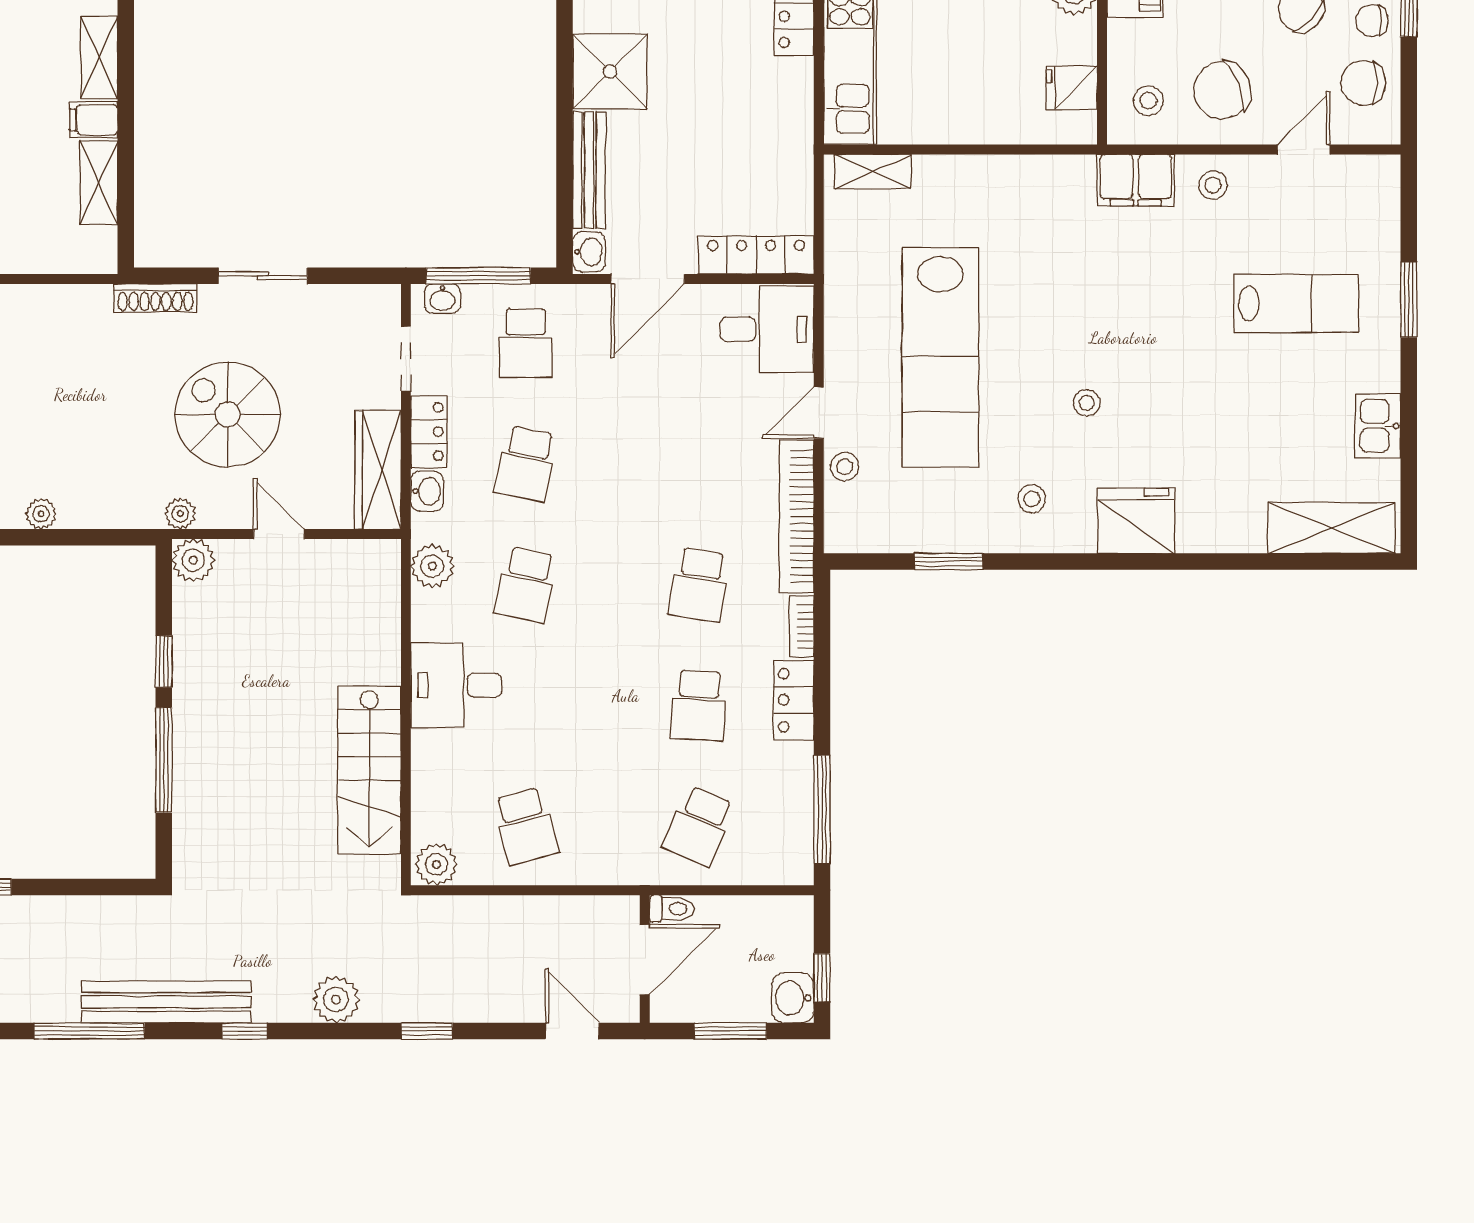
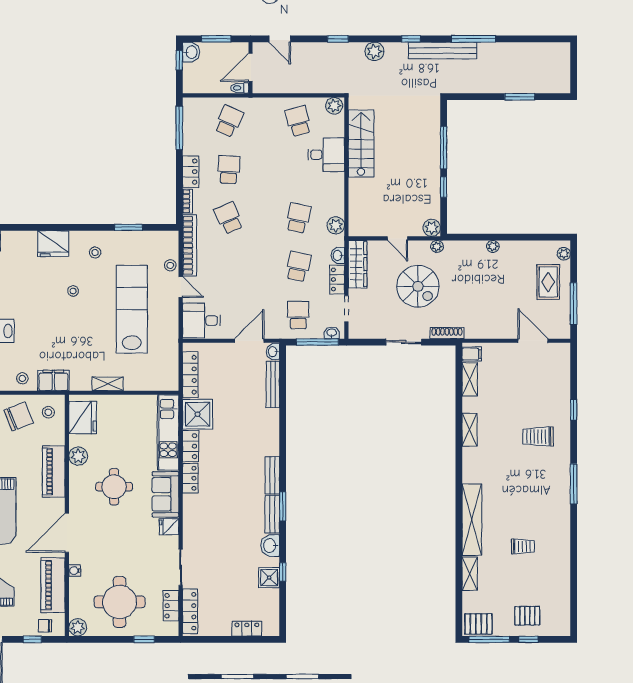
shower: (610, 71) -> (198, 414), moved
fridge: (1072, 88) -> (83, 418), width x1.88, depth x1.34
filing cabinet: (94, 120) -> (472, 354), moved
shelving: (873, 172) -> (108, 384), moved
locker: (756, 255) -> (190, 375), moved, turned -90
door: (819, 413) -> (181, 287), hinge flipped
school desk: (699, 585) -> (229, 218), turned -33
desk: (456, 685) -> (326, 155), moved

